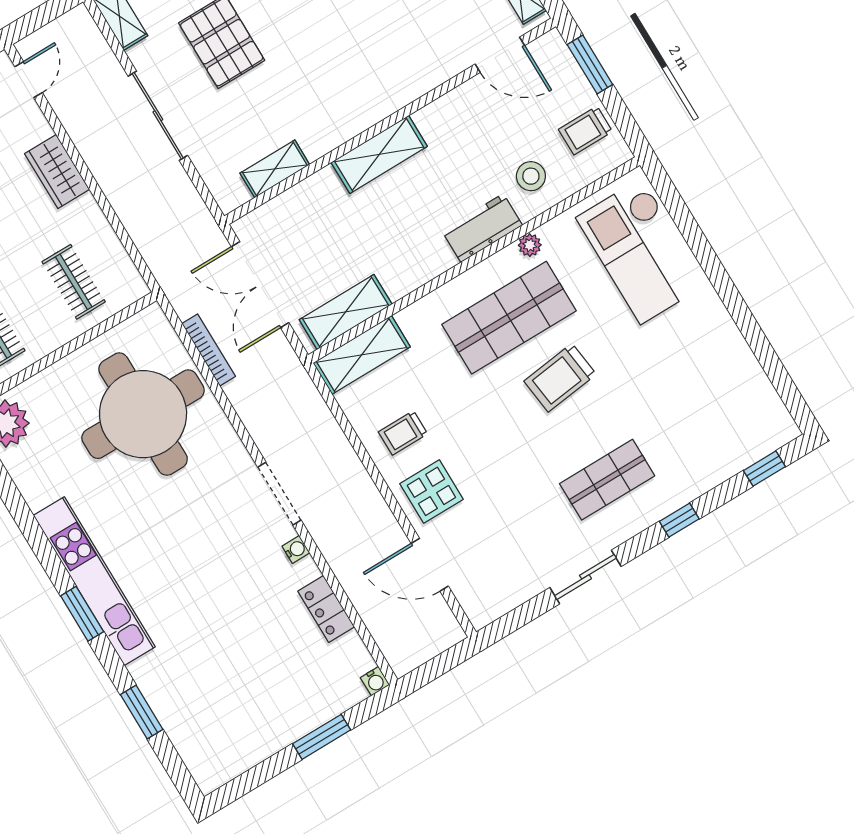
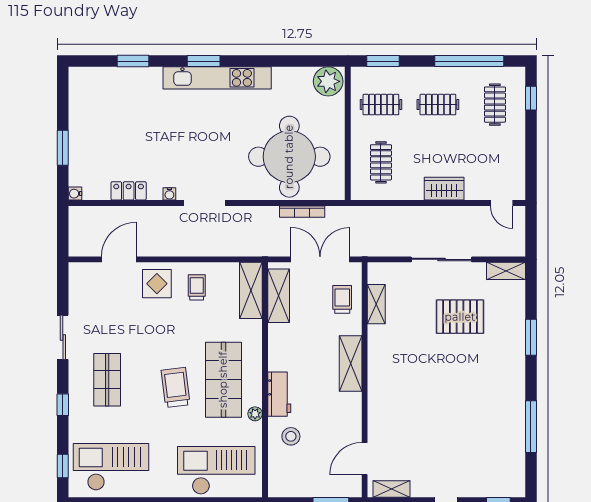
trolley: (586, 131) -> (342, 299), moved
clothes rail: (74, 282) -> (381, 162), turned 90
checkout: (725, 401) -> (111, 467), added

